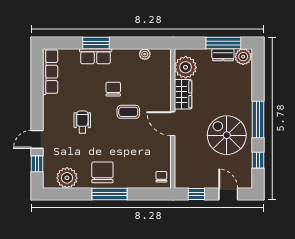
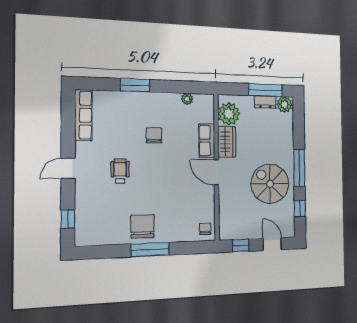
row of seats: (96, 56) -> (207, 141), moved, turned 90
coffee table: (128, 112) -> (170, 160), removed
door: (37, 139) -> (68, 168), moved
plant: (67, 178) -> (103, 234), removed

